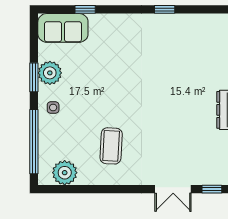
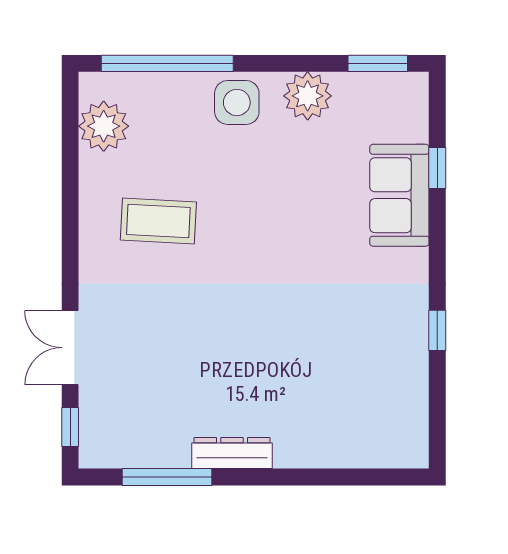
sofa: (63, 28) -> (399, 195), moved
window: (34, 77) -> (378, 63), moved
side table: (53, 108) -> (237, 102), width x1.87, depth x1.87

